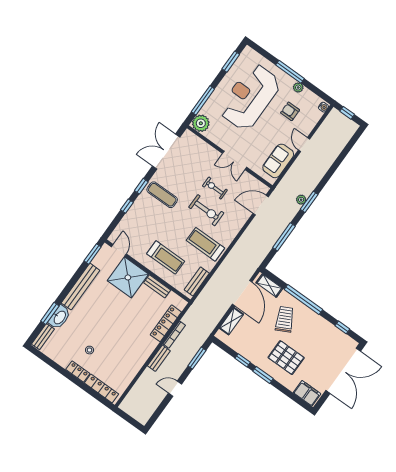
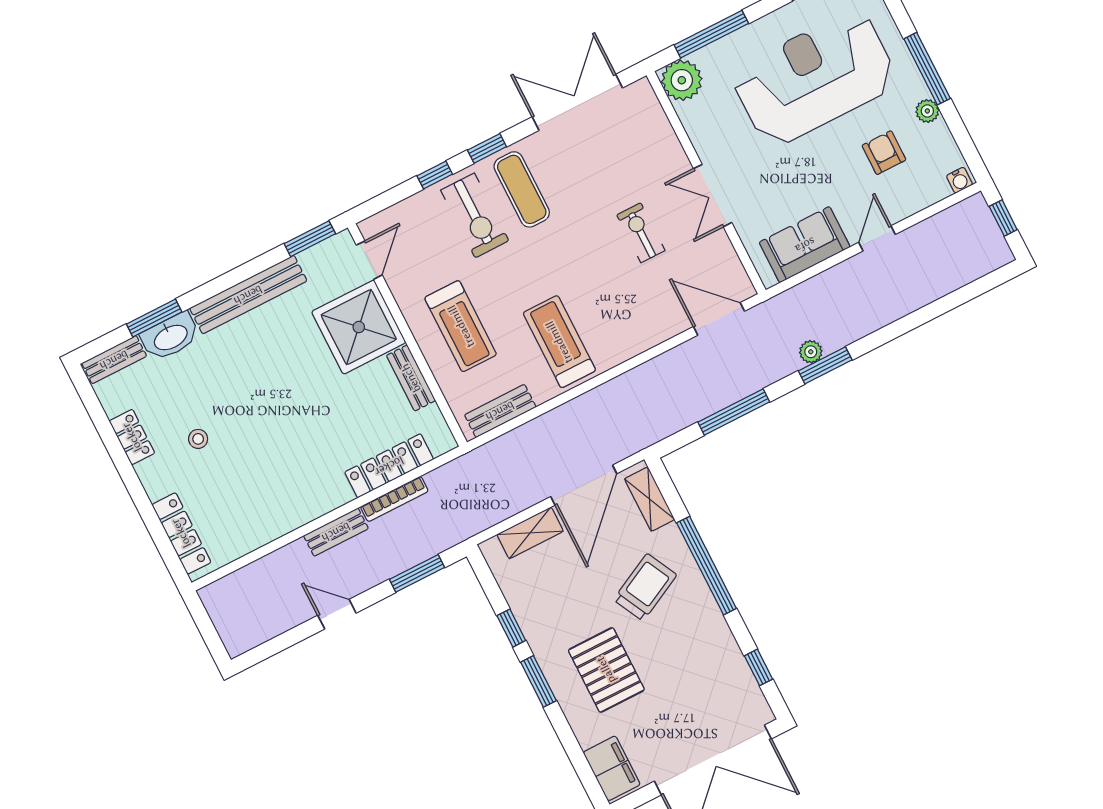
exercise bike: (206, 210) -> (475, 215), moved
locker: (78, 372) -> (132, 437), moved

